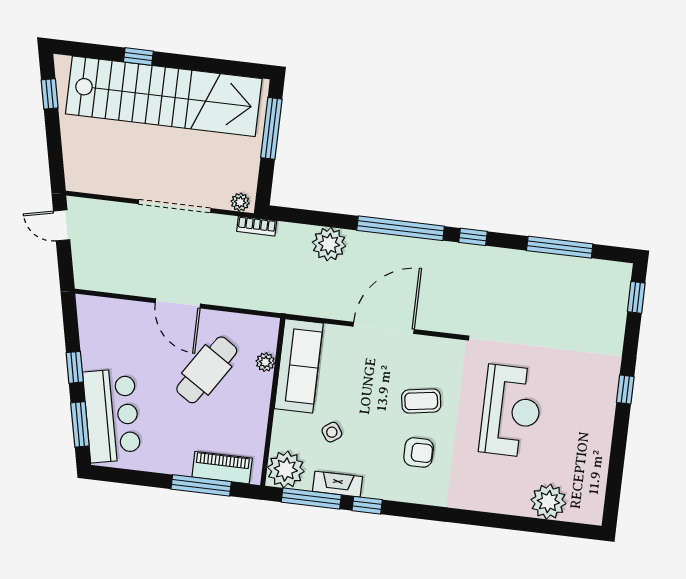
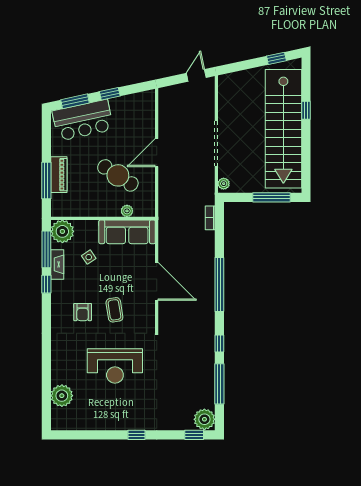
bookcase: (257, 226) -> (210, 218), moved
window: (473, 237) -> (219, 343), moved
plant: (329, 244) -> (204, 419), moved
piano: (222, 468) -> (59, 175), moved

